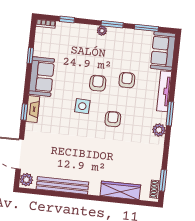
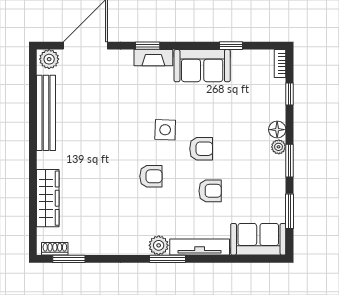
floor lamp: (90, 30) -> (277, 130), added
plant: (159, 130) -> (159, 245), moved

